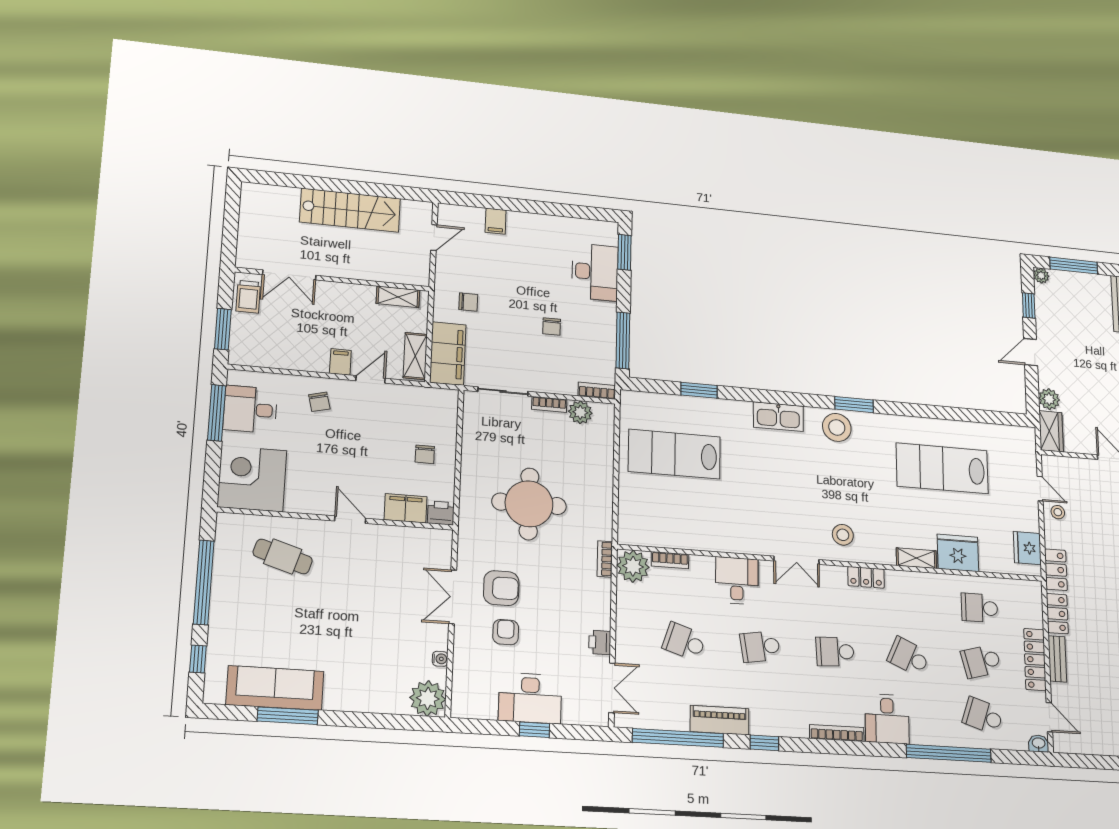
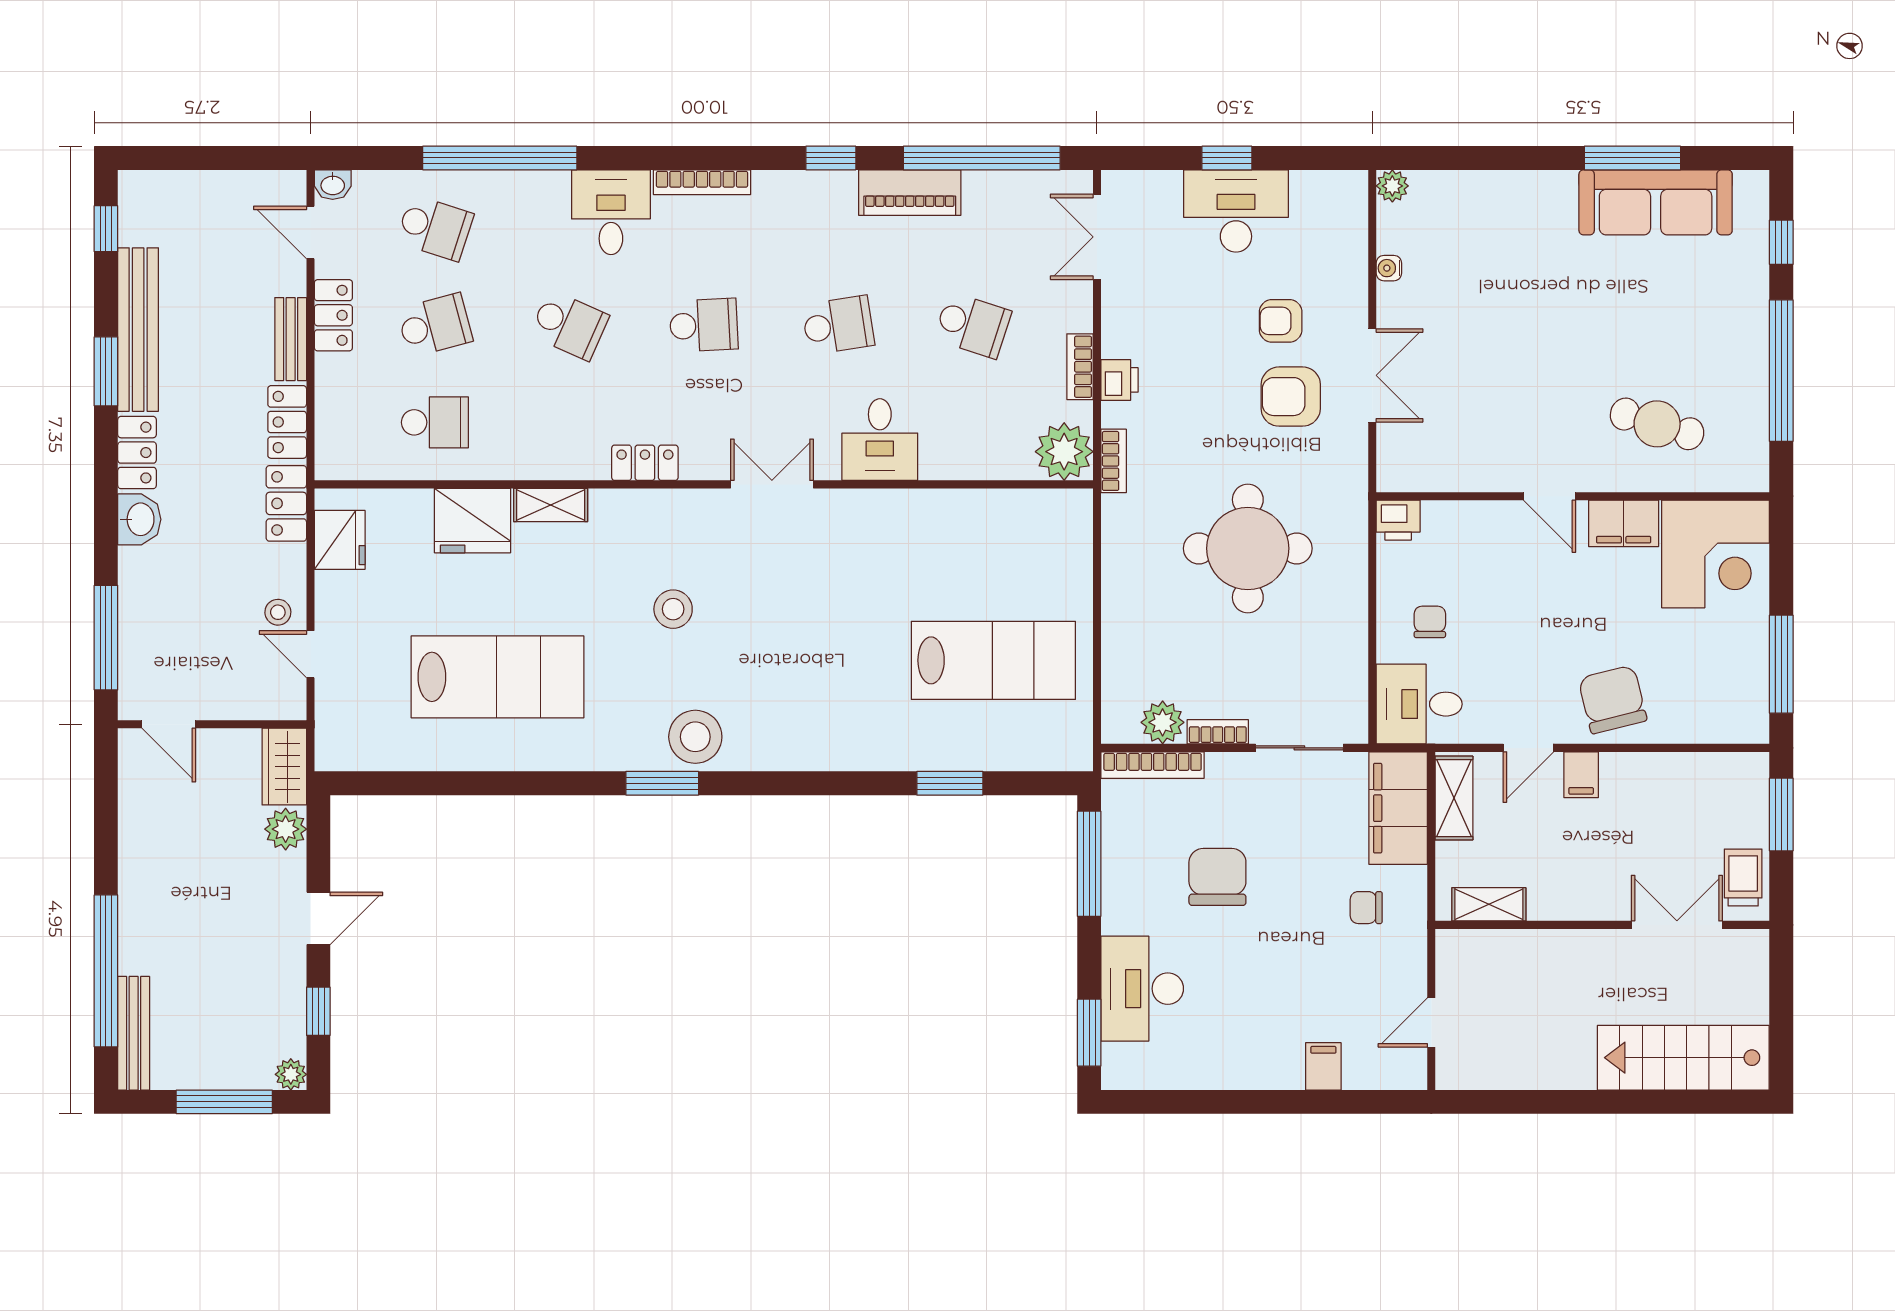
stairs: (350, 210) -> (1683, 1058), moved
chair: (552, 326) -> (1217, 877), width x1.87, depth x1.87
bookcase: (597, 391) -> (1153, 765), width x1.56
chair: (319, 402) -> (1613, 699), width x1.87, depth x1.87
desk: (250, 409) -> (1419, 704), moved, turned 180
kitchen sink: (778, 417) -> (804, 747), removed
filing cabinet: (406, 508) -> (1624, 523), moved
stool: (843, 535) -> (673, 609), moved
bookcase: (670, 560) -> (1080, 367), moved, turned -90
armchair: (506, 632) -> (1281, 321), turned 90
printer: (600, 642) -> (1119, 380), moved
locker: (1035, 660) -> (333, 315), width x0.66
plant: (428, 698) -> (1392, 186), width x0.53, depth x0.53

